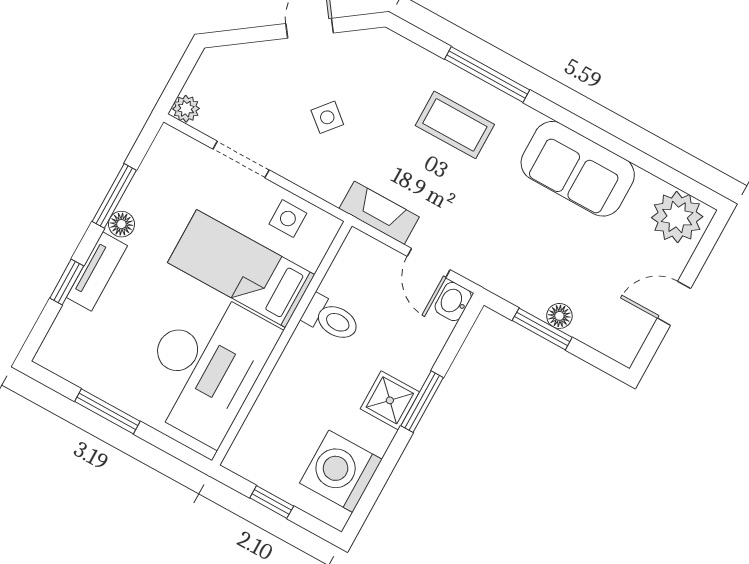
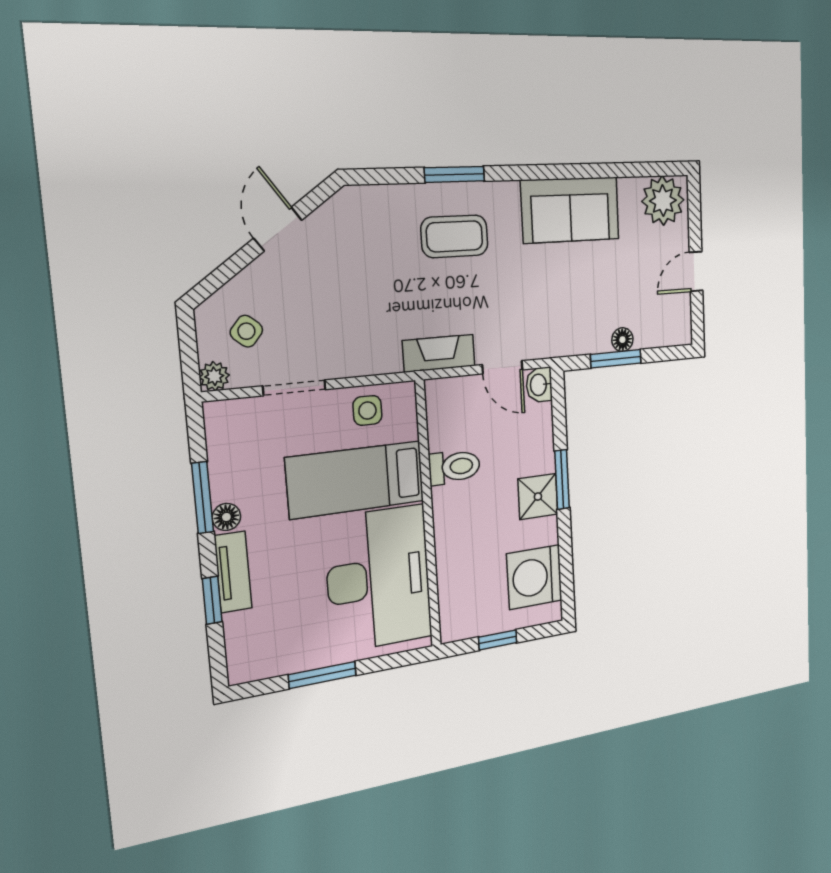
window: (487, 74) -> (455, 174), width x0.69
side table: (327, 117) -> (246, 331), moved

